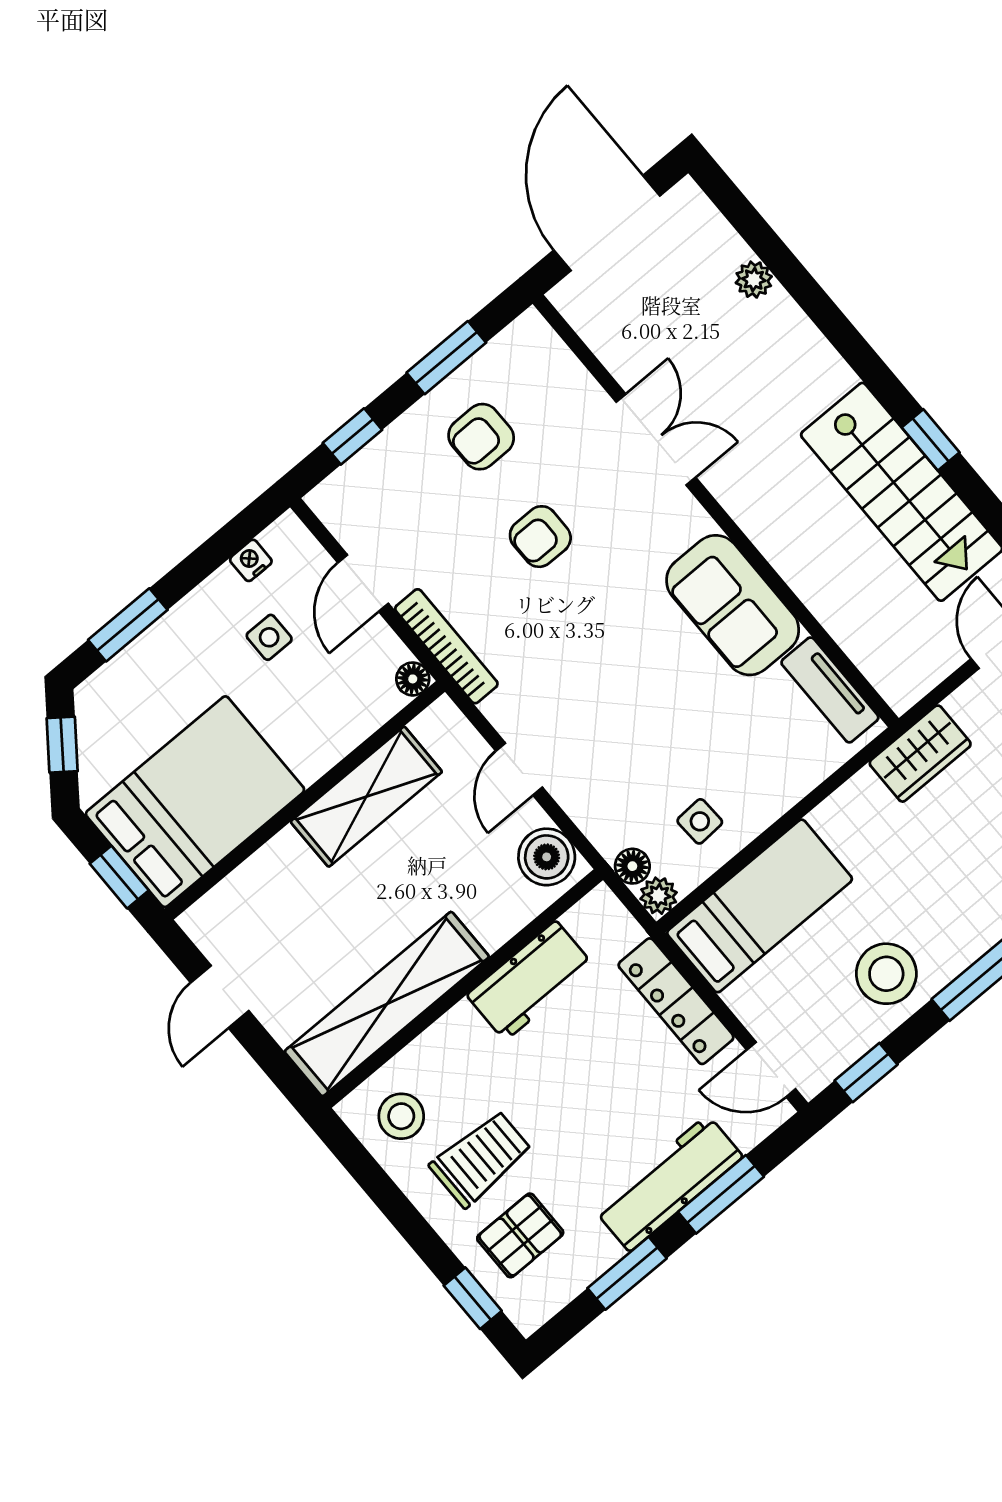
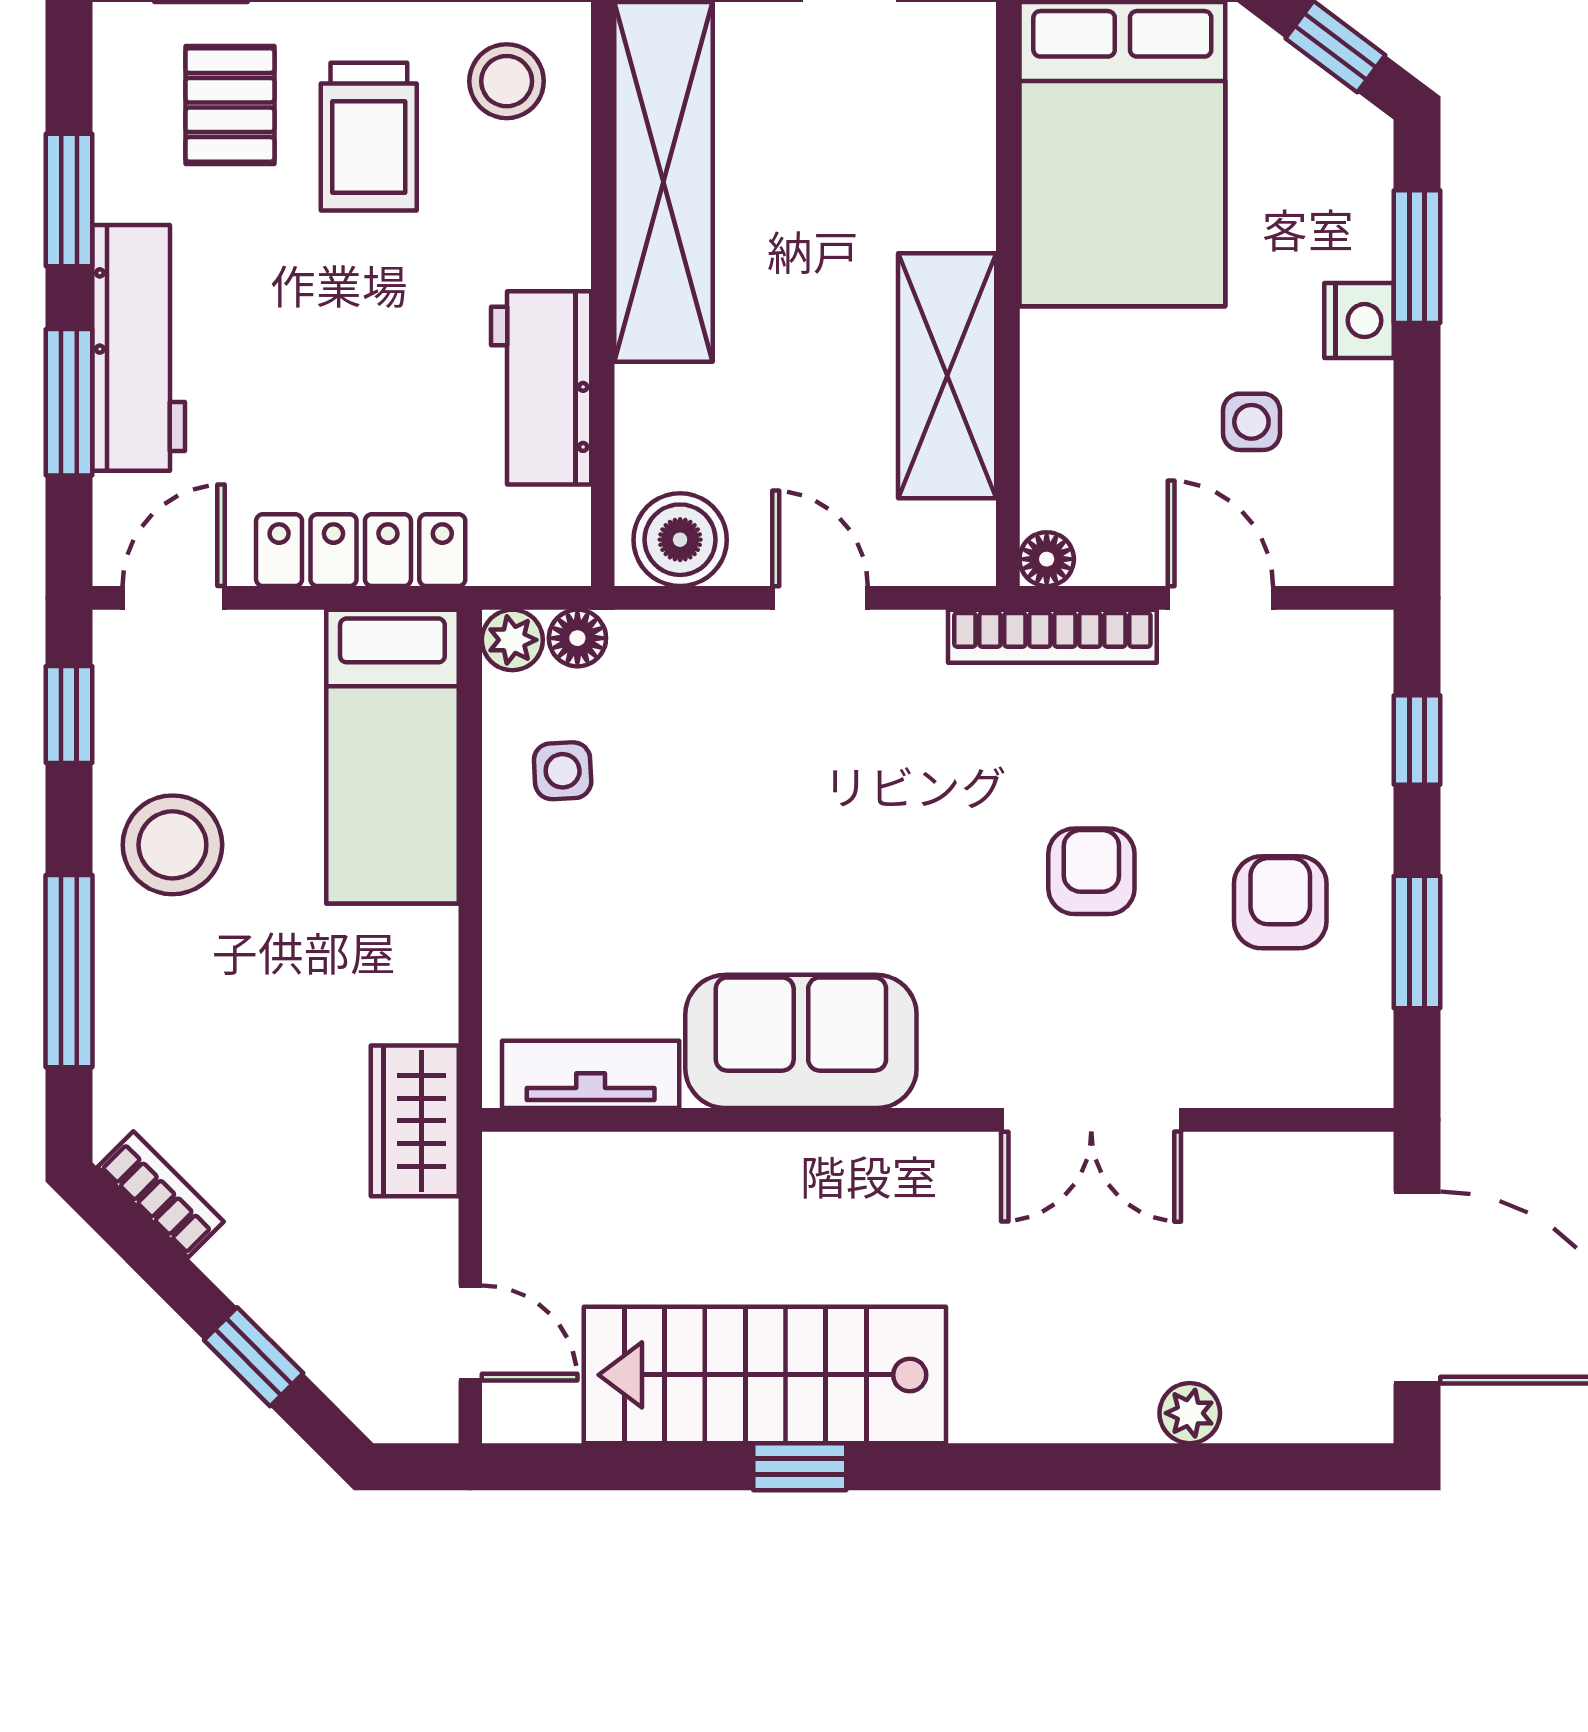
nightstand: (251, 560) -> (1359, 321), moved, width x1.39, depth x1.35

